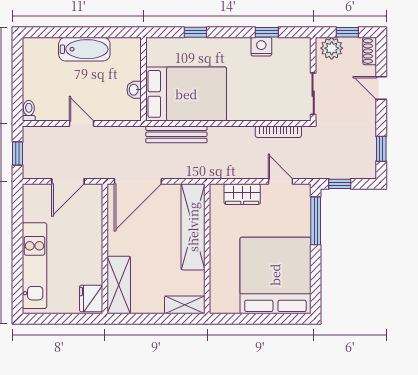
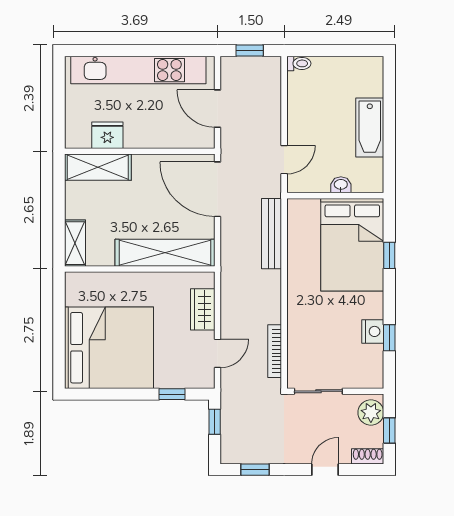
washbasin: (134, 90) -> (341, 185), moved
bed: (186, 94) -> (352, 245), moved
door: (82, 123) -> (284, 160), moved
window: (316, 221) -> (172, 394), width x0.46
kitchen unit: (34, 266) -> (138, 70), width x1.36
fridge: (91, 298) -> (107, 135), moved

